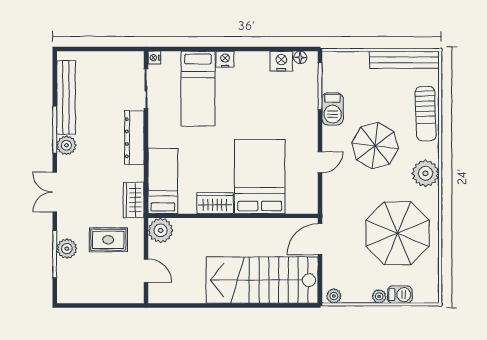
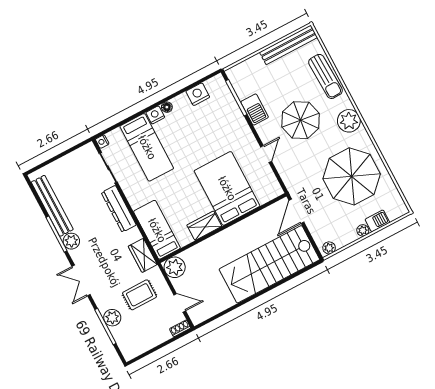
floor lamp: (300, 57) -> (167, 107), moved
shoe rack: (132, 298) -> (180, 328), added

